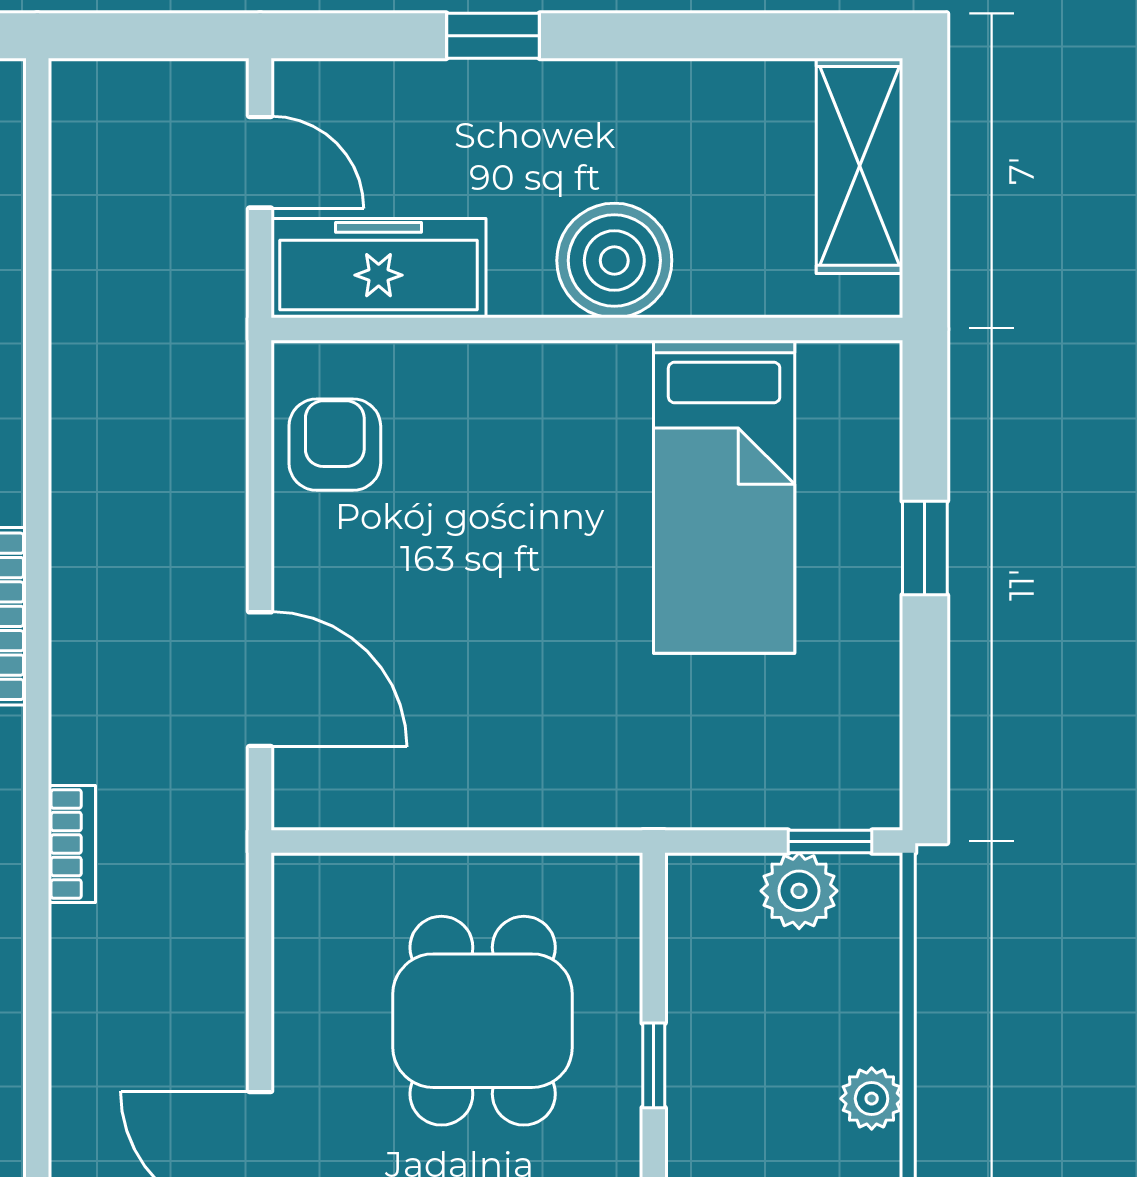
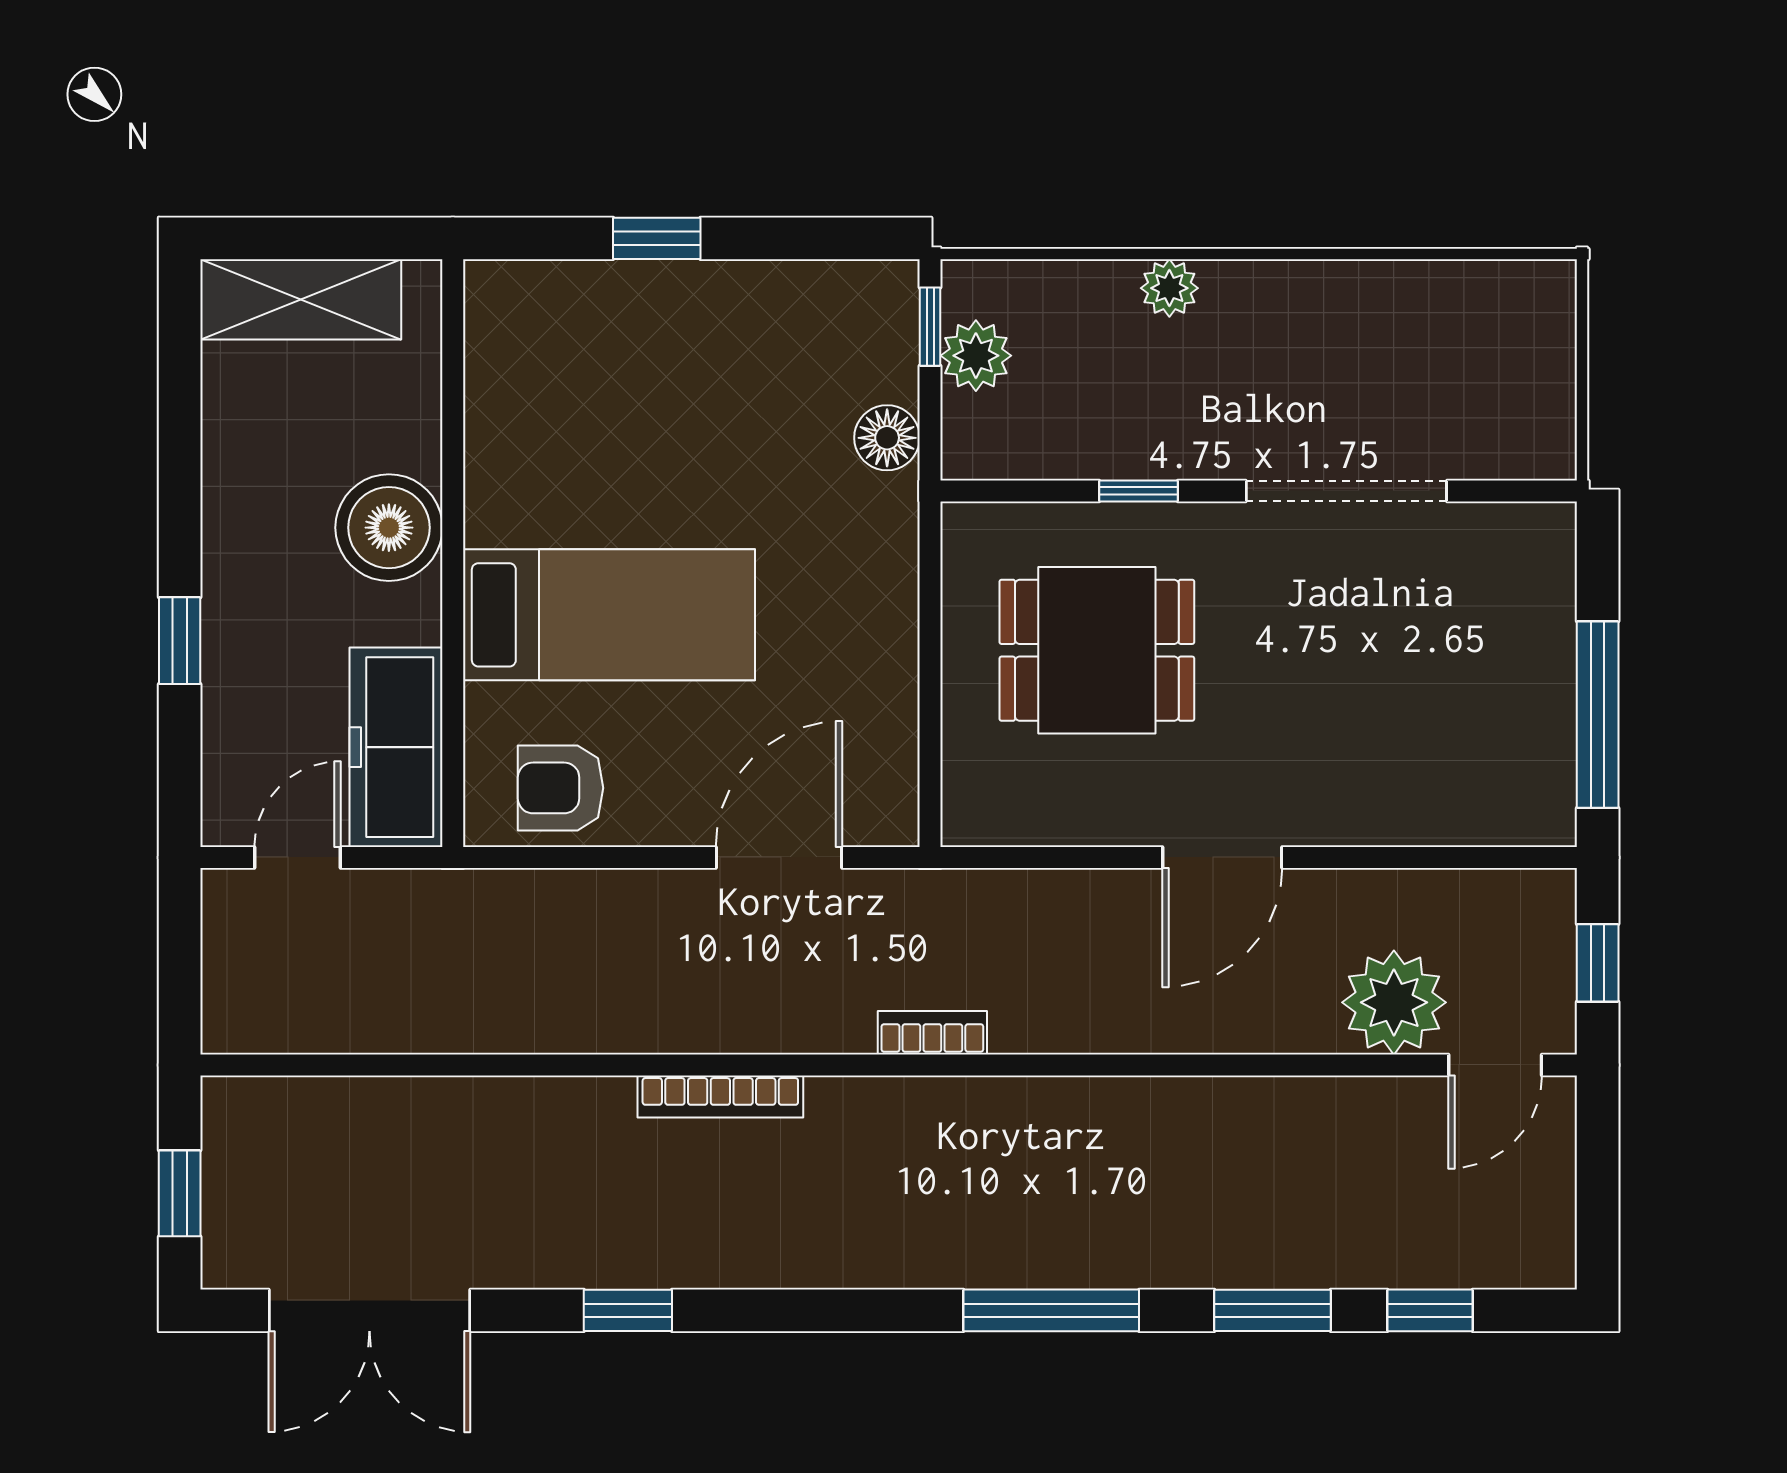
bed: (724, 497) -> (609, 615), moved
floor lamp: (711, 795) -> (887, 438), added

